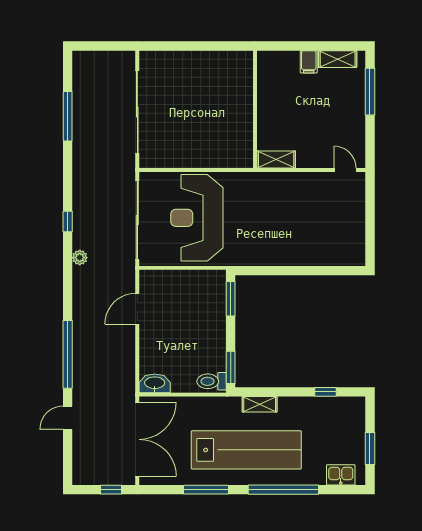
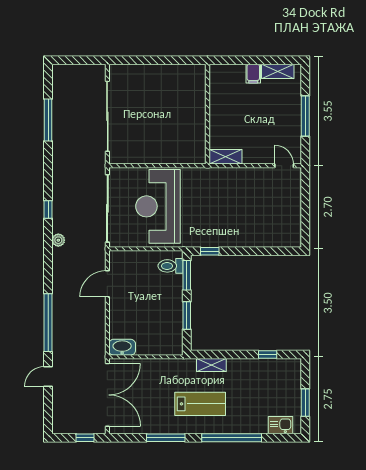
window: (370, 92) -> (305, 116), moved
window: (258, 271) -> (210, 251), added
window: (231, 367) -> (187, 315), moved
toilet: (212, 381) -> (170, 266), moved
lab bench: (246, 450) -> (200, 404), width x0.54, depth x0.72

